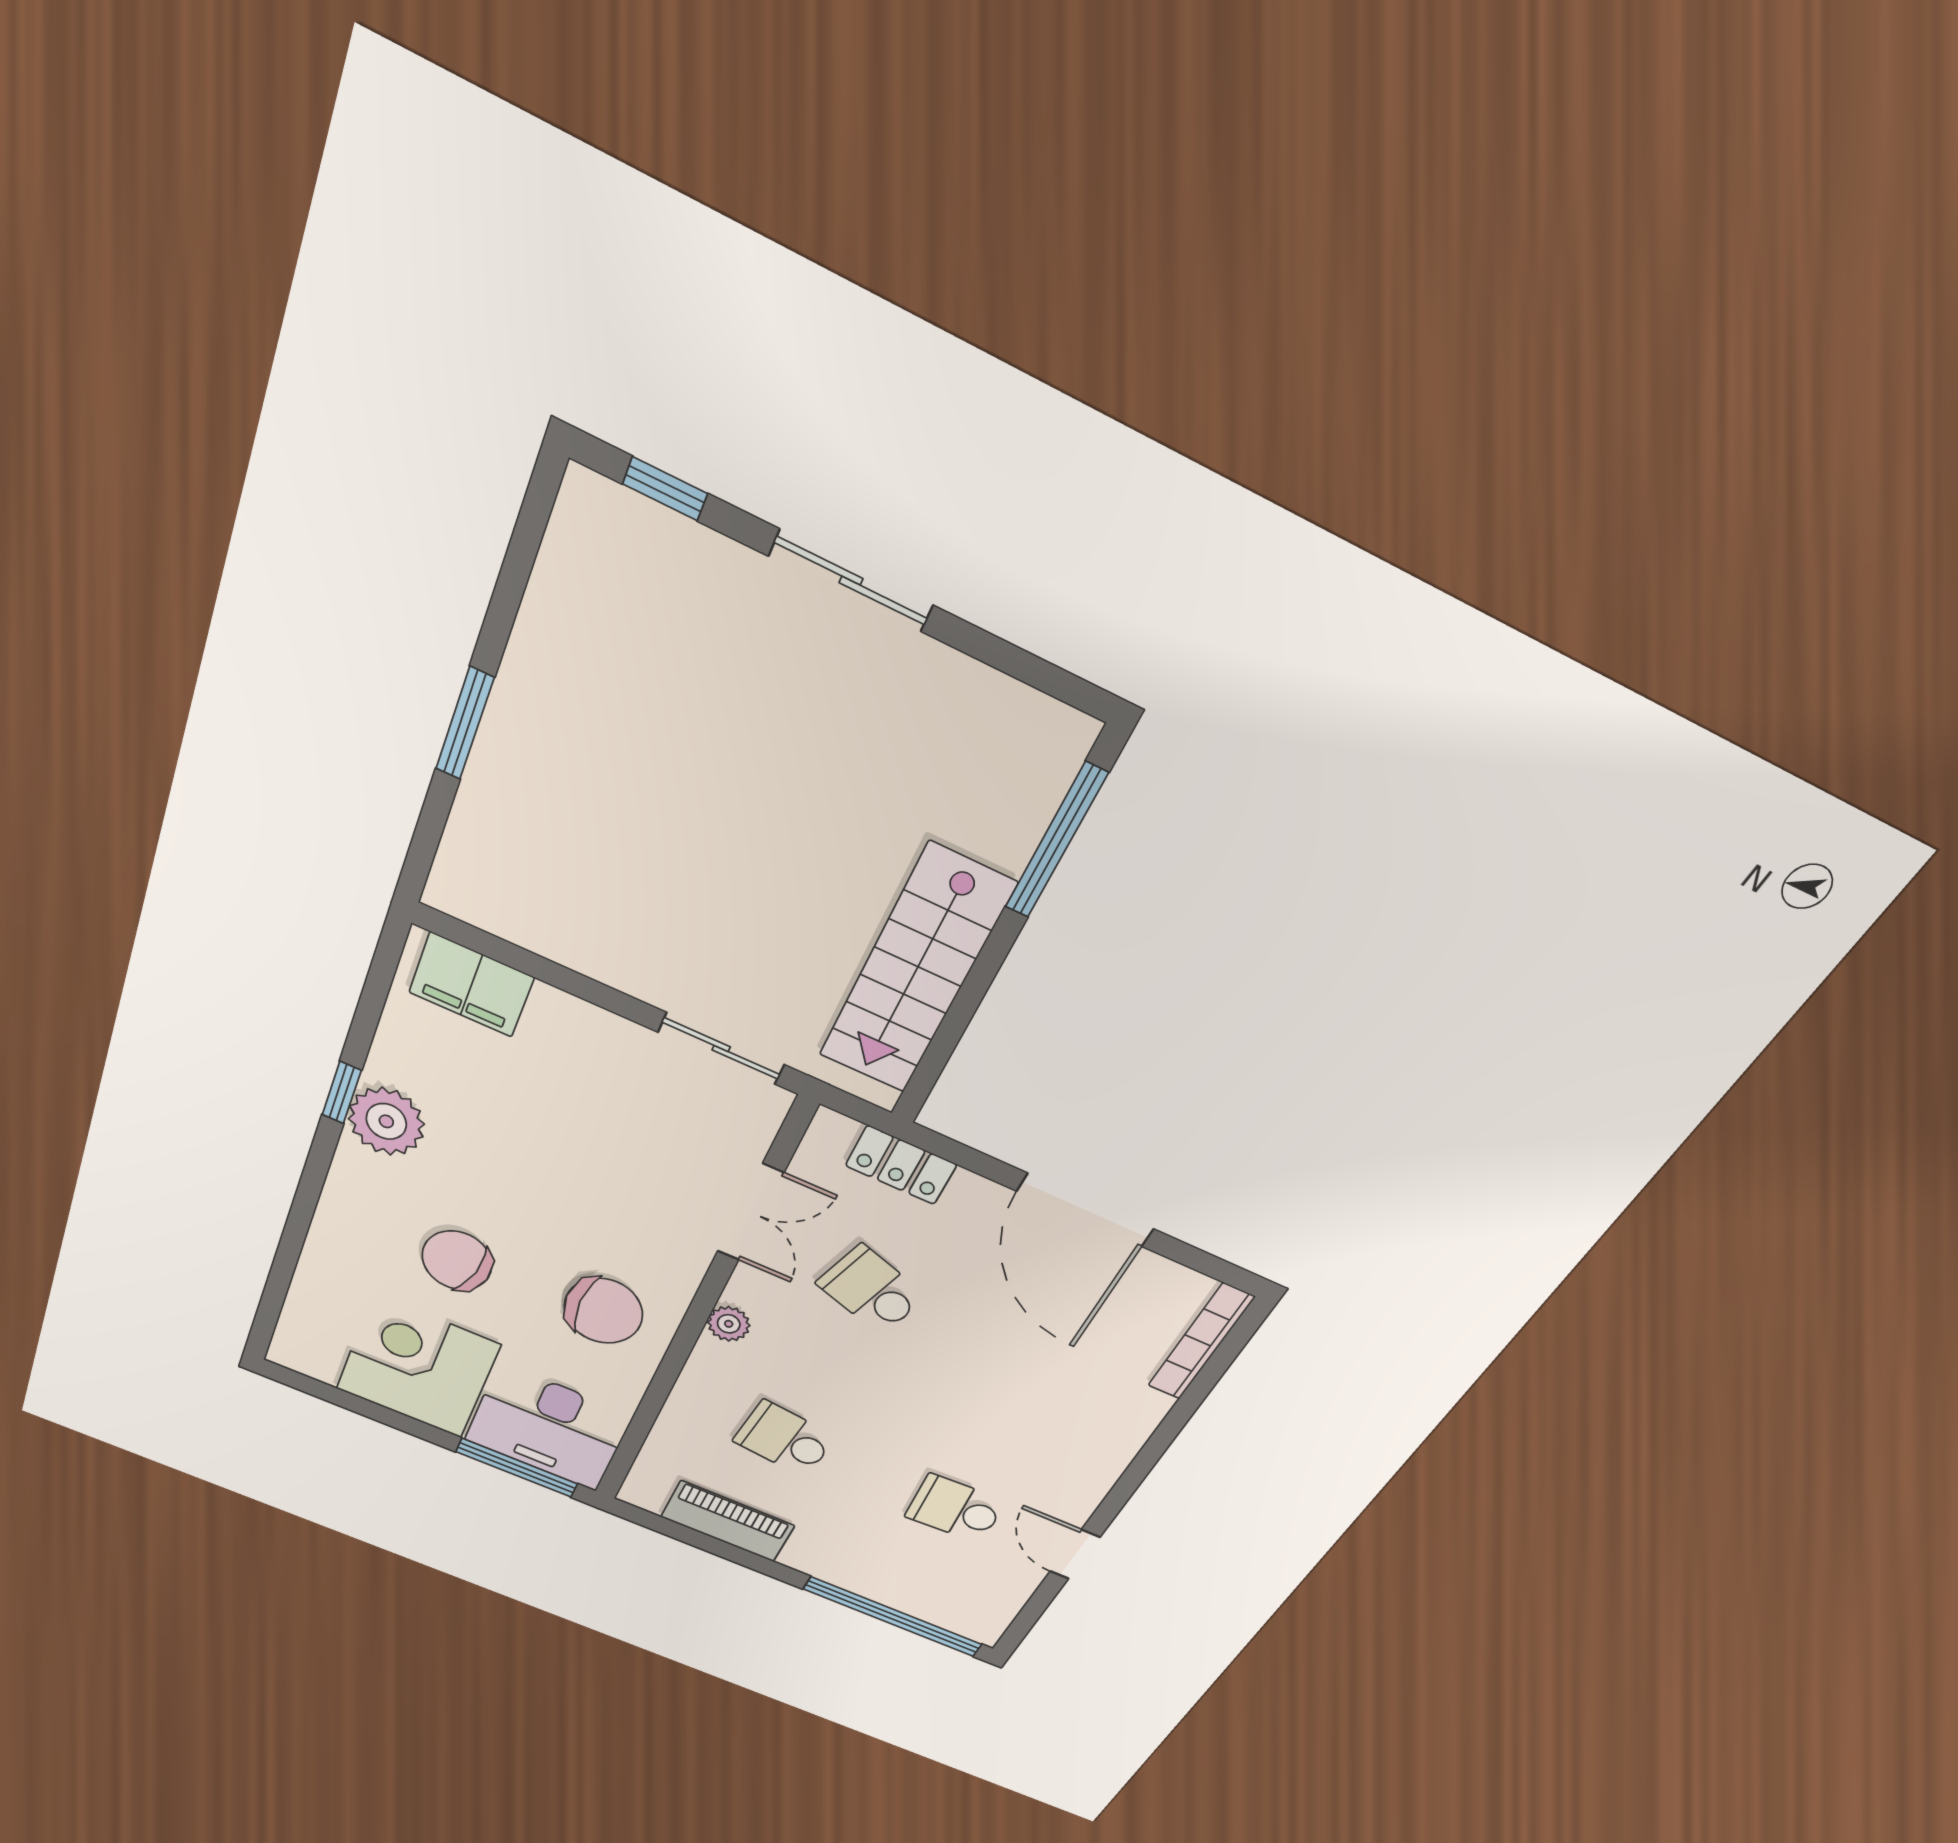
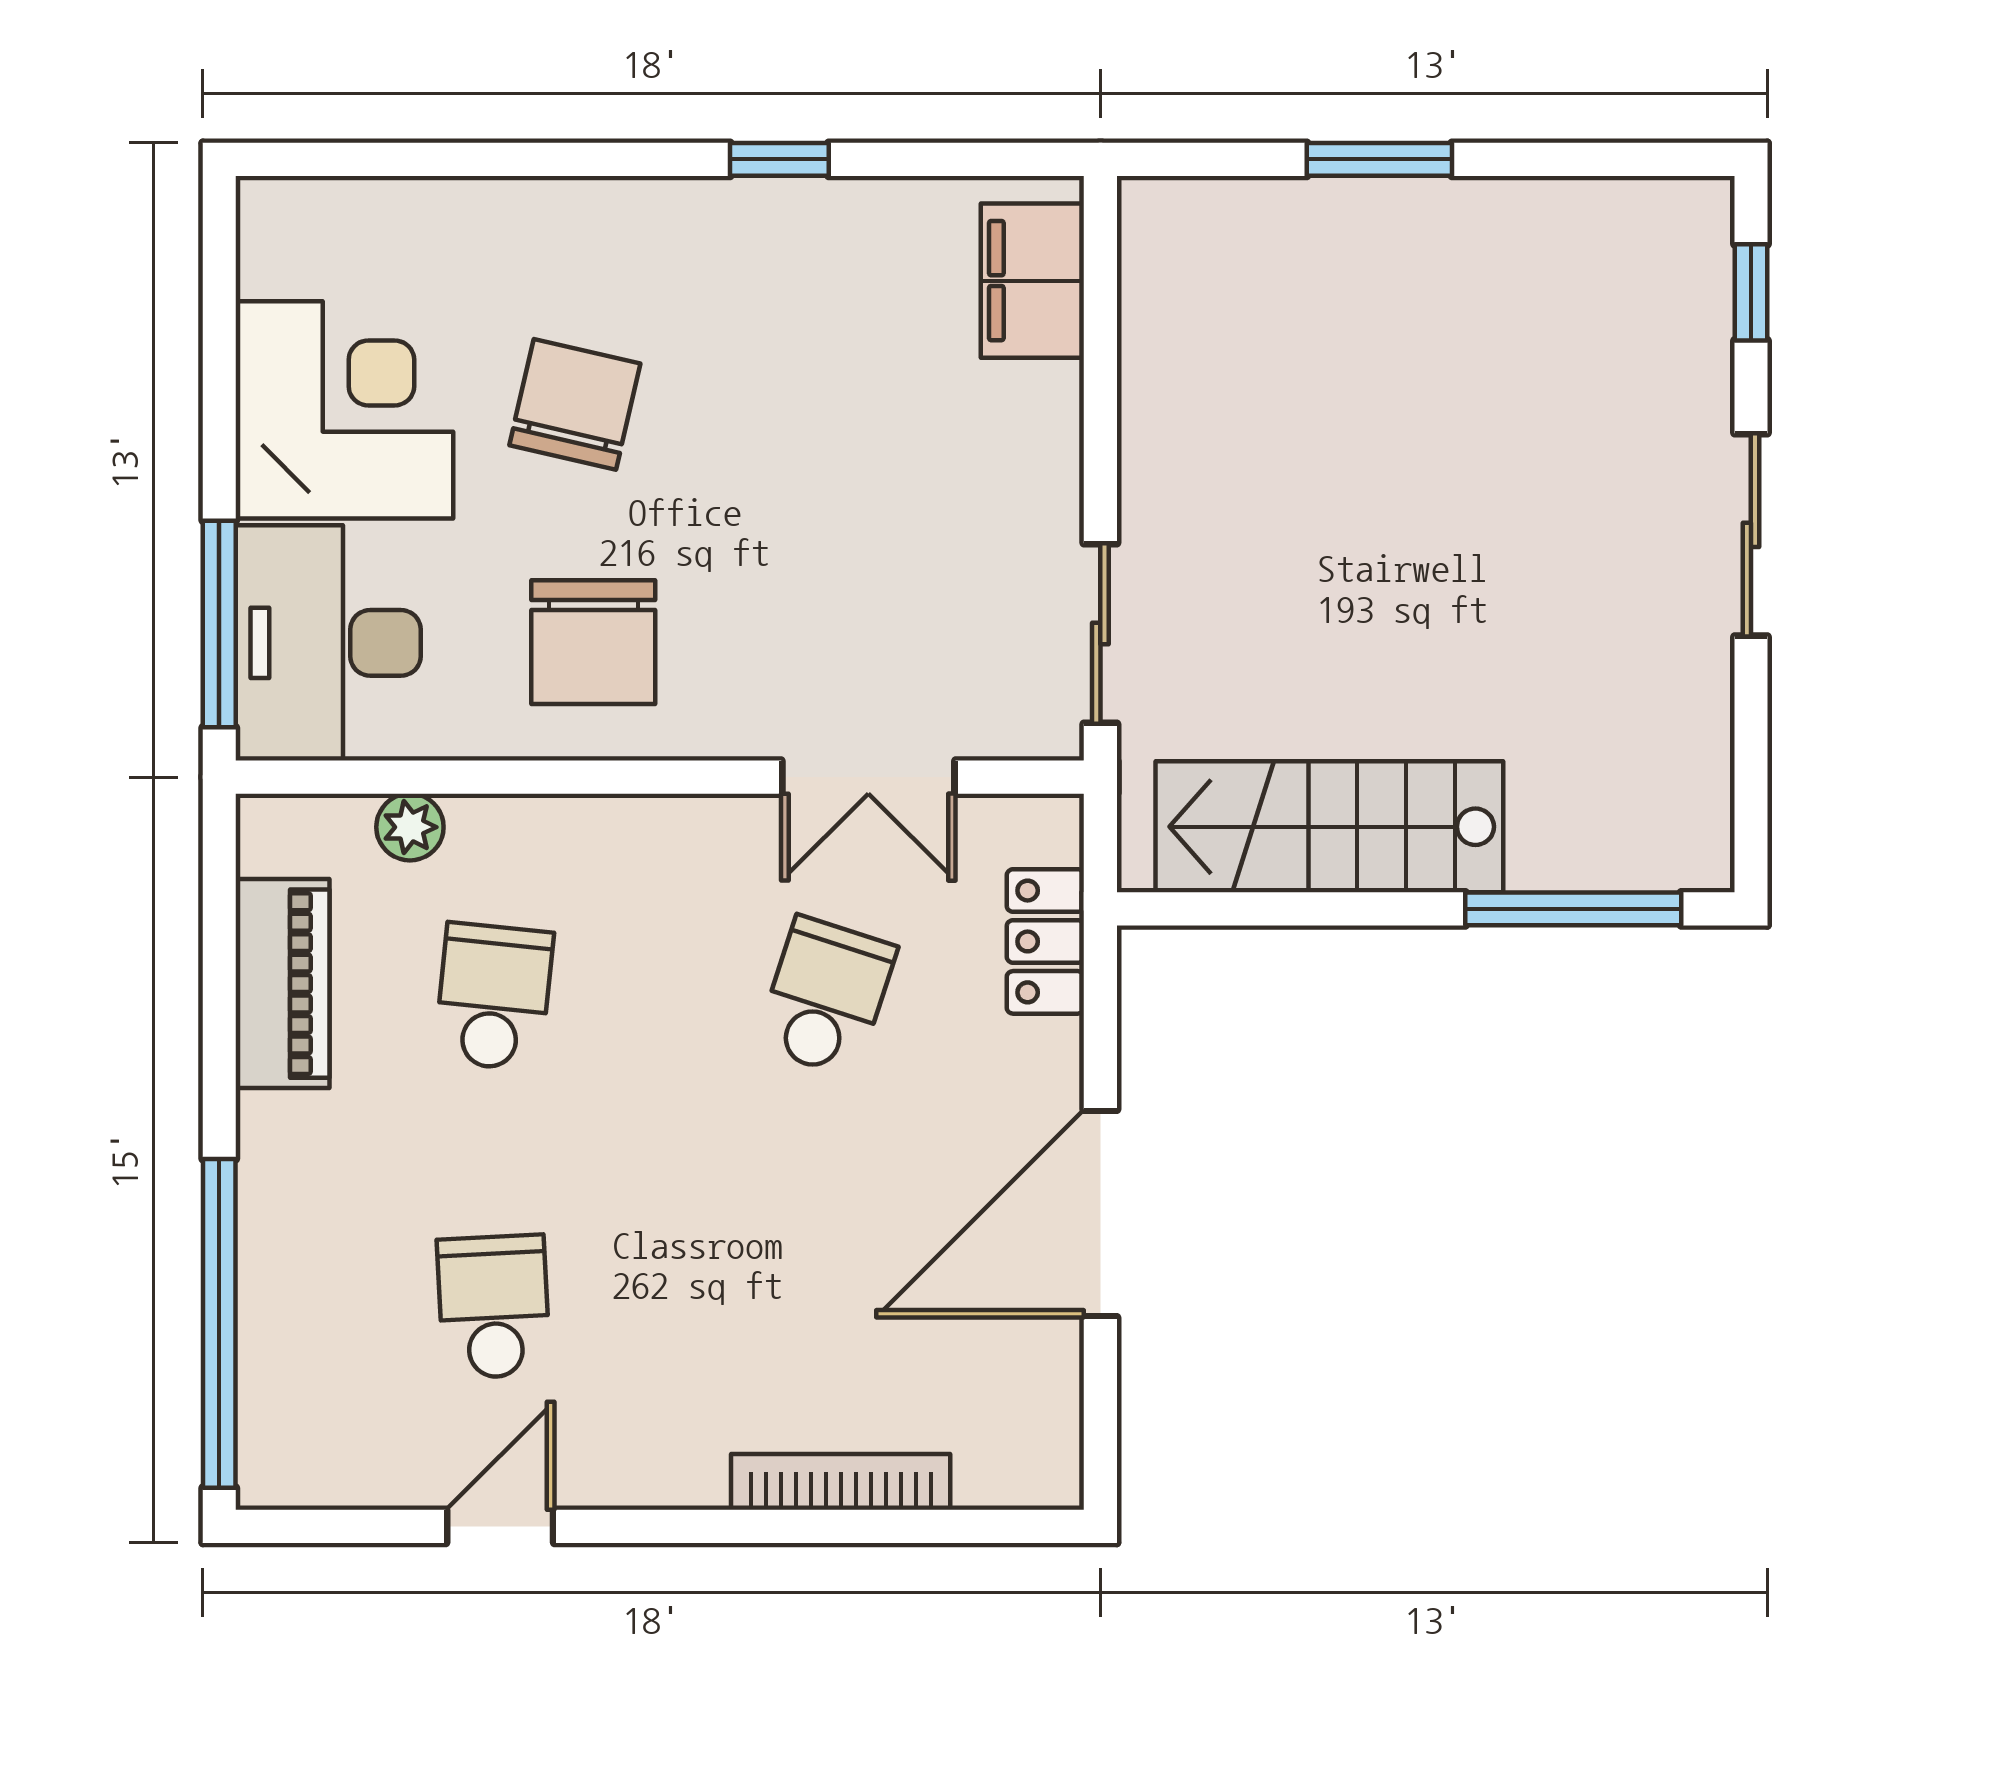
plant: (386, 1121) -> (763, 233), removed
plant: (729, 1324) -> (410, 827), moved
bookcase: (1201, 1342) -> (841, 1482), moved

